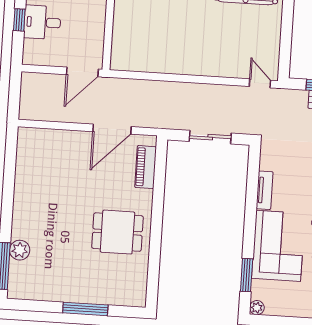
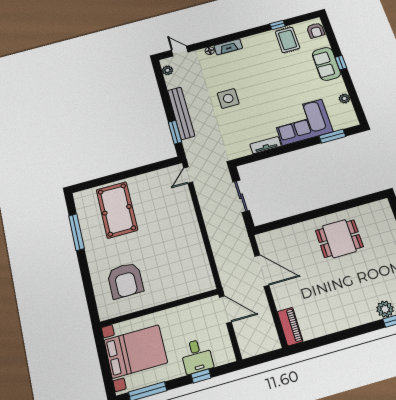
piano: (146, 167) -> (290, 327), moved, turned -90
dining table: (117, 232) -> (339, 239), turned 90
plant: (257, 308) -> (344, 99), moved

